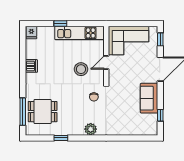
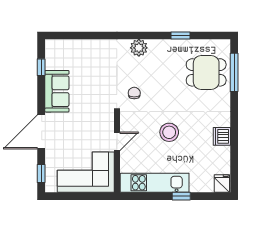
stool: (81, 69) -> (169, 132), moved

